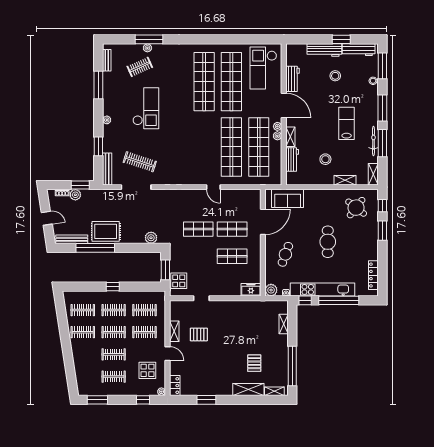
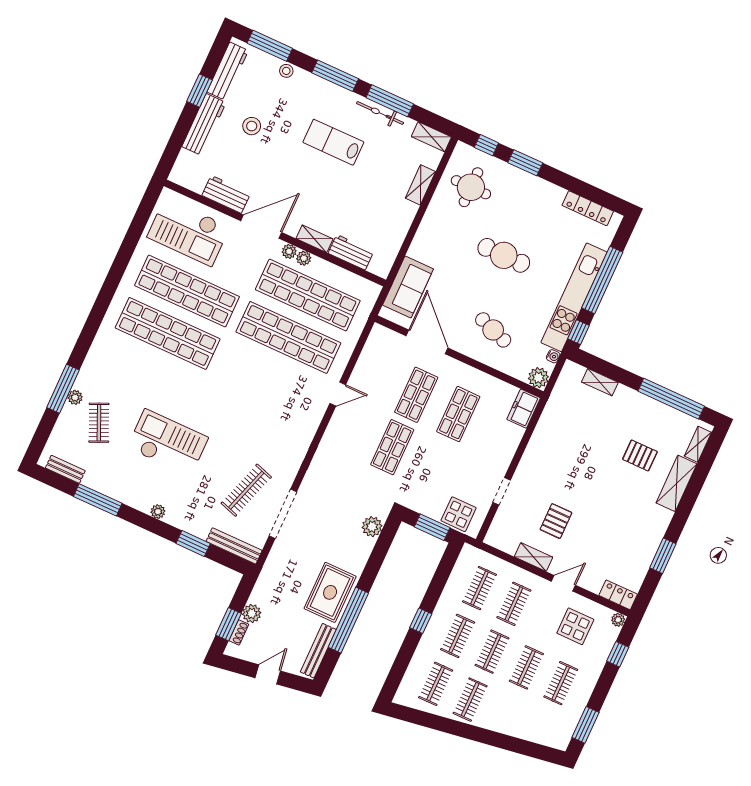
stool: (325, 159) -> (374, 200), removed
window: (80, 185) -> (228, 624), moved
round table: (356, 208) -> (471, 187), turned -38

